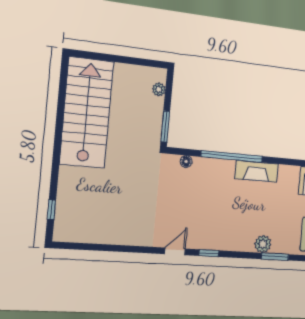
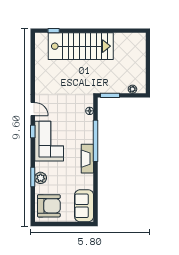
stairs: (87, 113) -> (81, 46), moved
corner sofa: (226, 229) -> (49, 141), added
plant: (263, 244) -> (41, 178), moved

